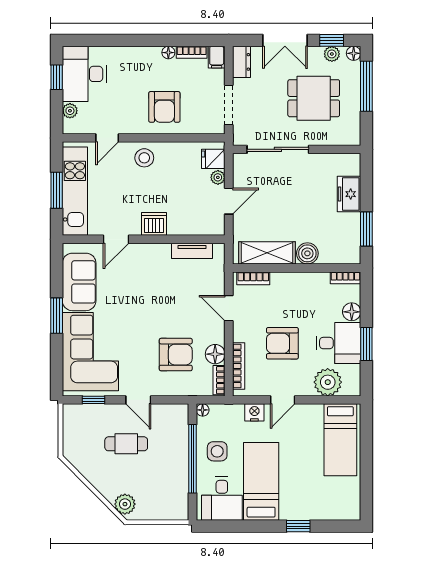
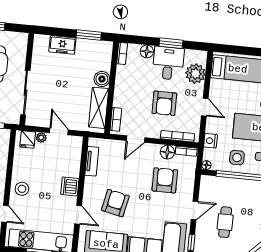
armchair: (137, 289) -> (115, 203), added
nightstand: (254, 412) -> (211, 141), moved

